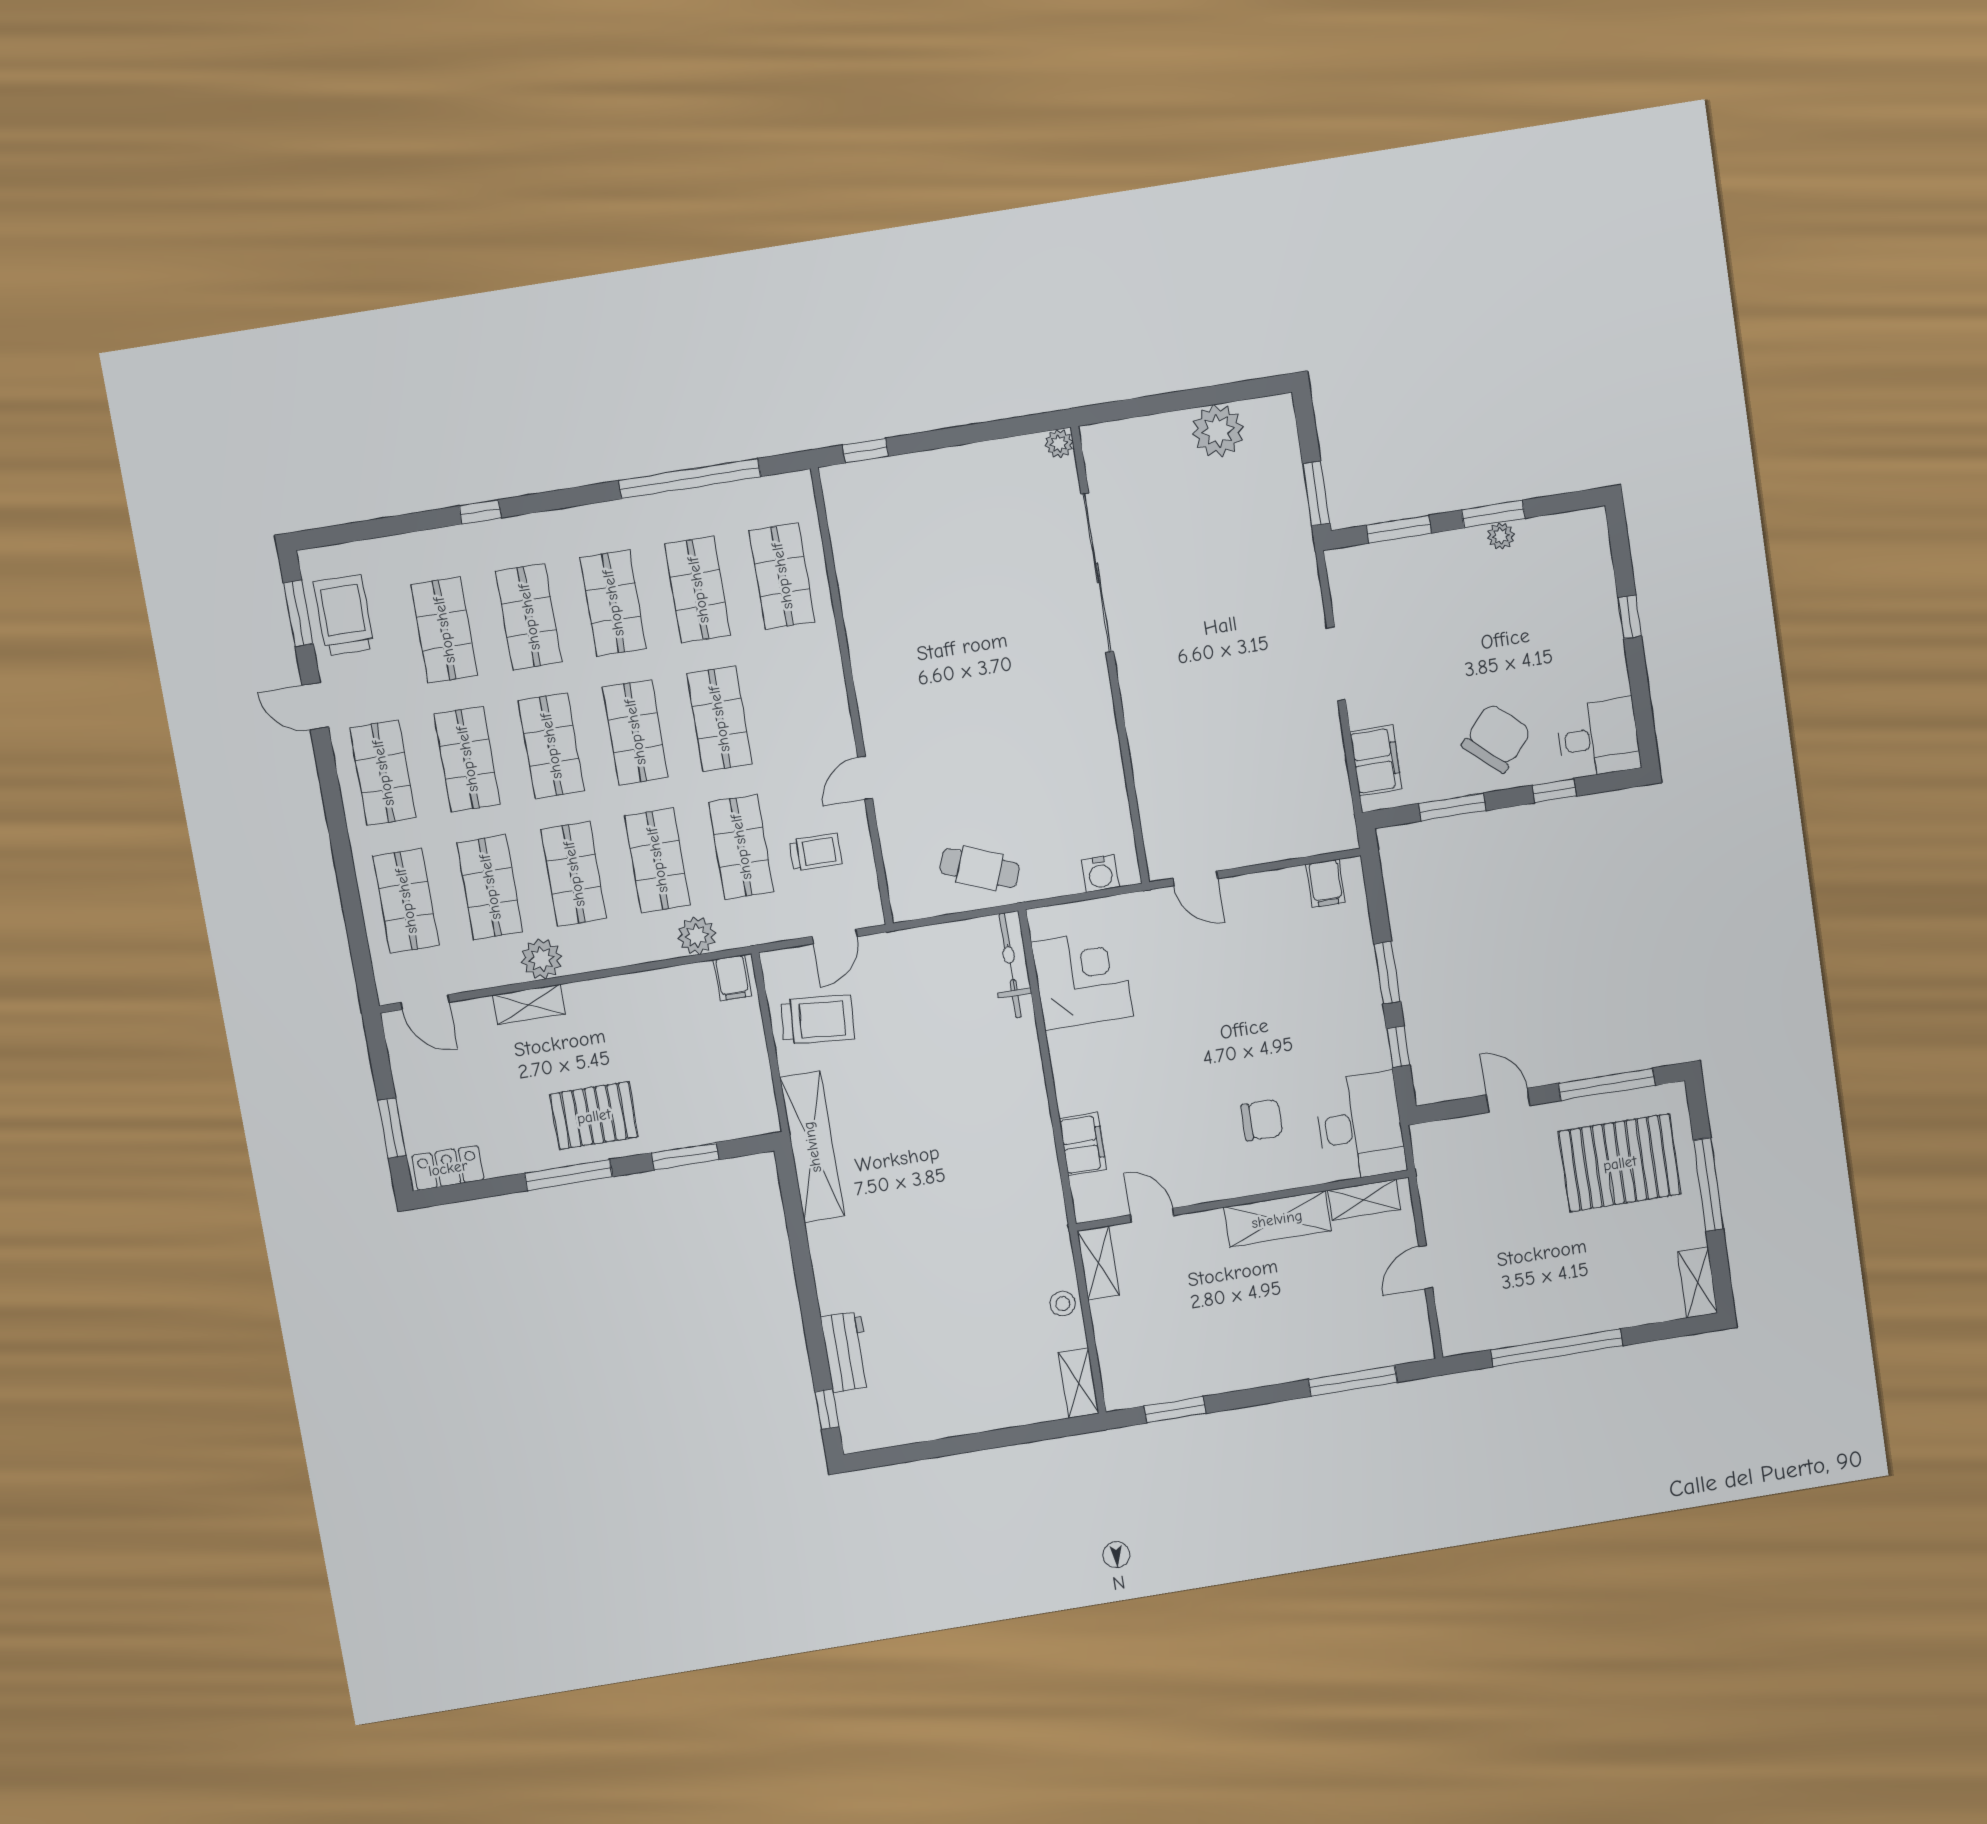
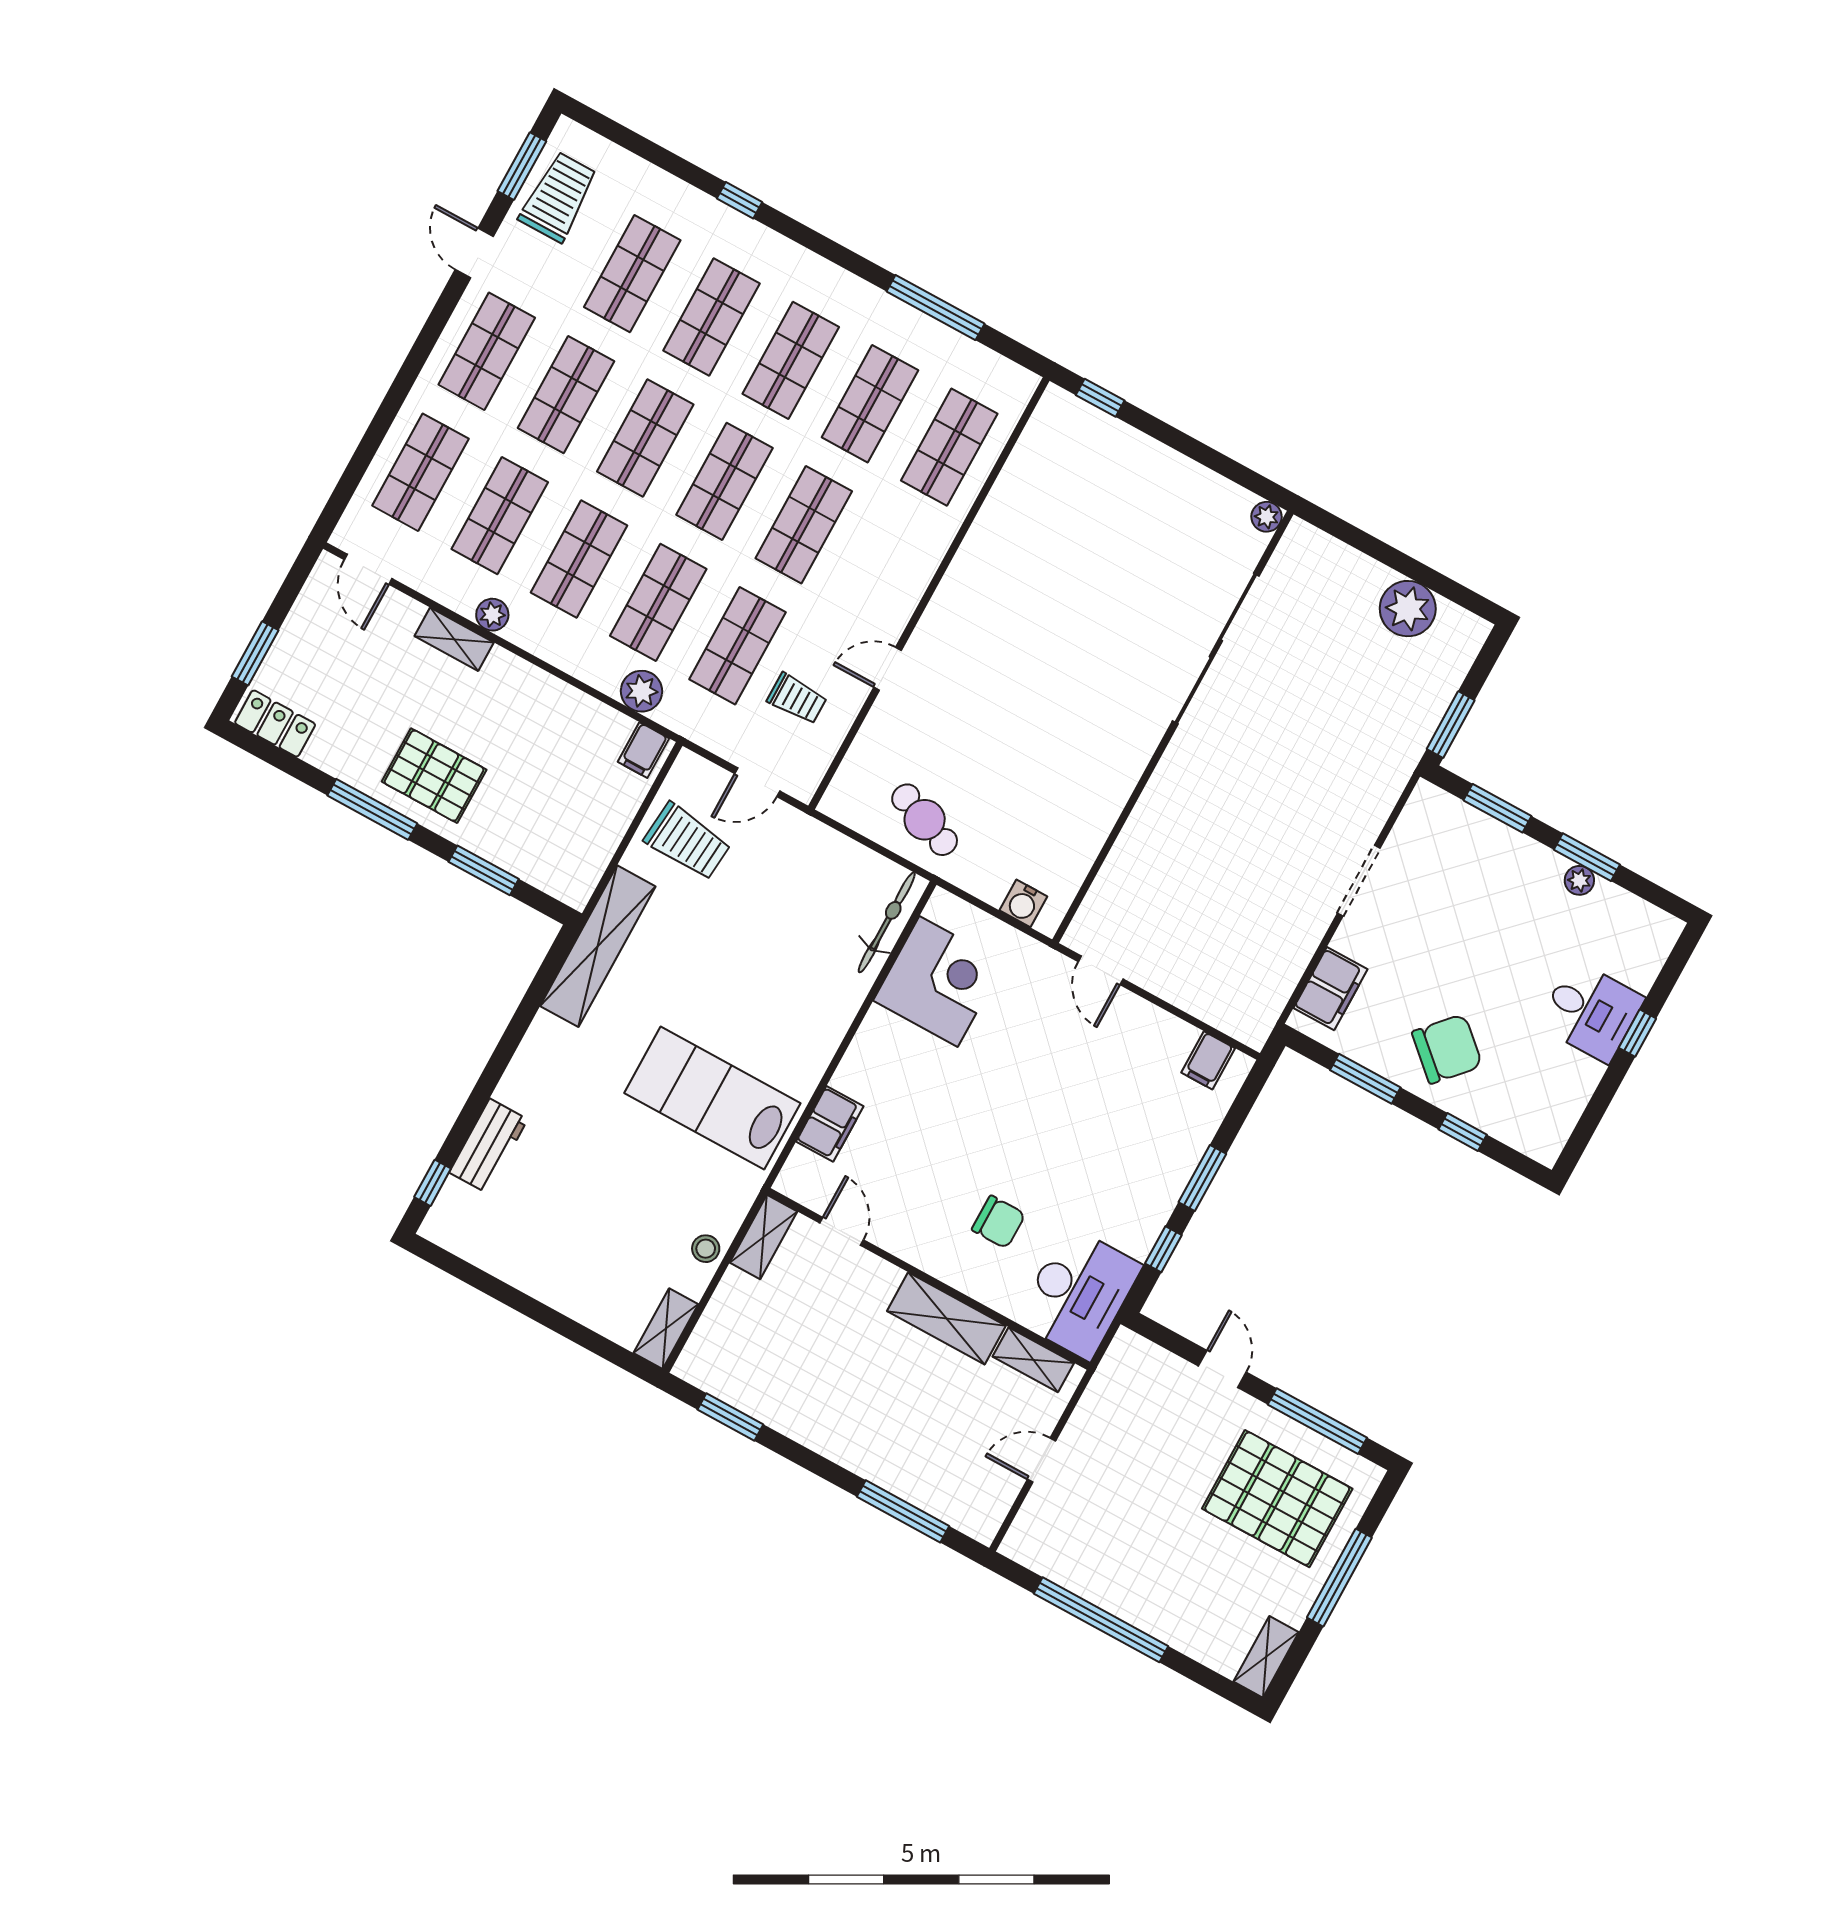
window: (690, 479) -> (935, 308), width x0.68
desk: (1598, 738) -> (1591, 1011), moved
plant: (542, 959) -> (492, 615), width x0.73, depth x0.73
lab bench: (982, 1192) -> (712, 1098), added

